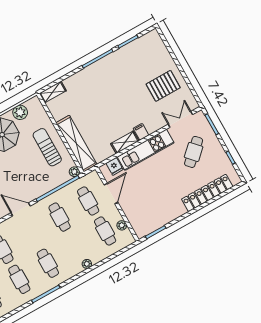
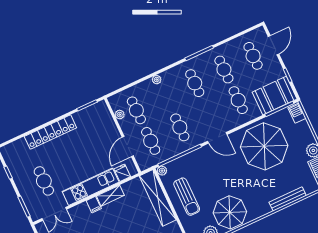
cafe table: (194, 152) -> (44, 181), turned -47
locker: (207, 193) -> (50, 132), moved

